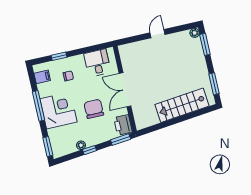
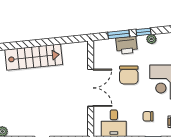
printer: (123, 125) -> (126, 45), moved, turned 84
window: (121, 139) -> (119, 34), moved

